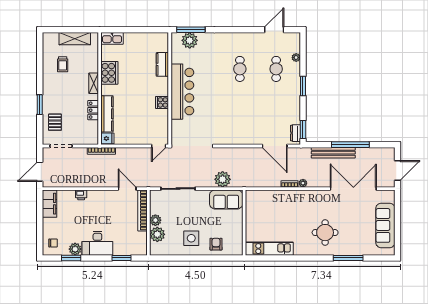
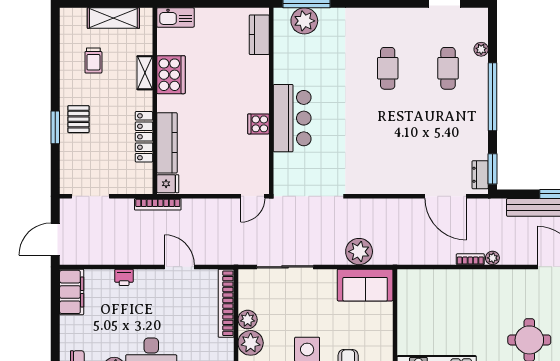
kitchen counter: (162, 64) -> (259, 35), moved
shelving: (94, 83) -> (145, 73), moved
window: (303, 86) -> (493, 97), width x2.11
bar counter: (182, 92) -> (292, 118), width x0.73
locker: (93, 110) -> (144, 137), width x1.53
pallet: (55, 122) -> (78, 119), moved
door: (127, 189) -> (179, 267), moved

